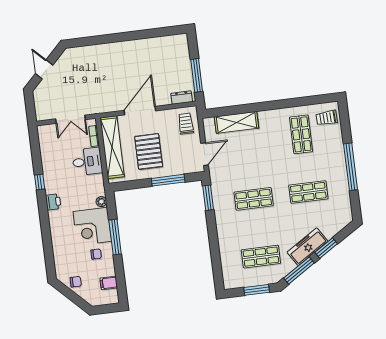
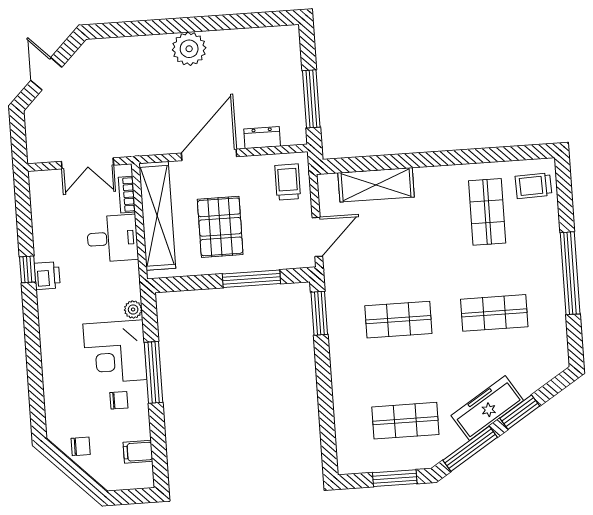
plant: (125, 50) -> (189, 49), added
dresser: (182, 98) -> (262, 138), moved
printer: (53, 202) -> (47, 276), moved

